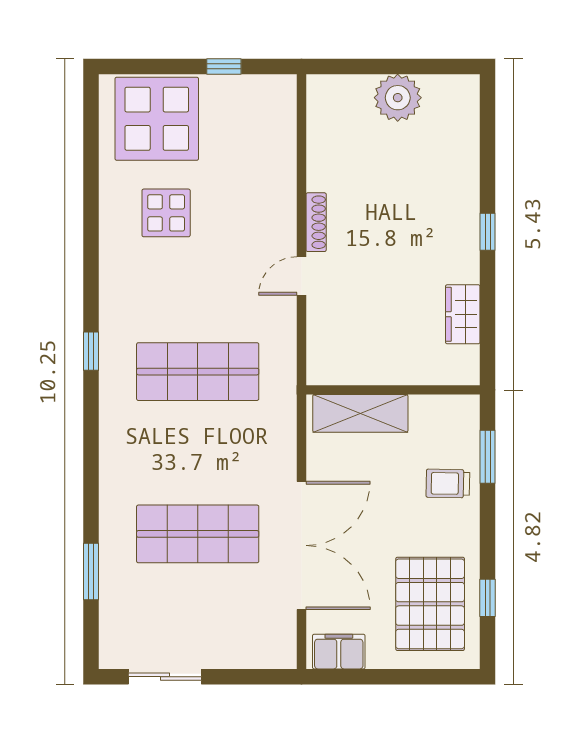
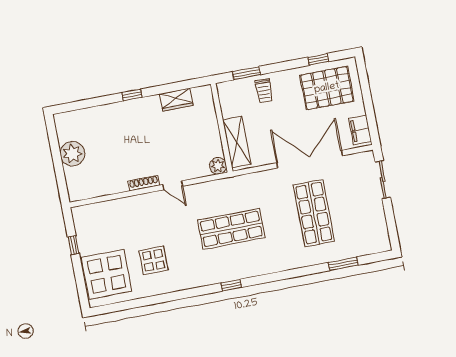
plant: (322, 369) -> (218, 166), added
shop shelf: (198, 372) -> (231, 229), turned 90
sliding door: (165, 677) -> (383, 180), moved

